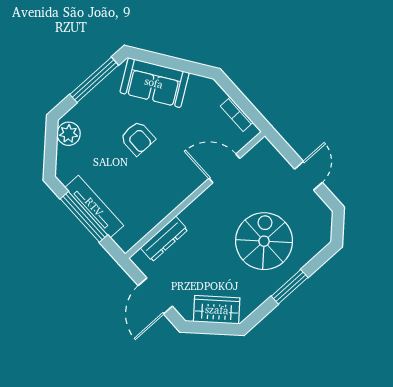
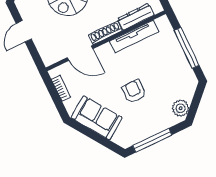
sofa: (154, 83) -> (97, 118), moved
shoe rack: (199, 205) -> (105, 33), added
tv unit: (94, 207) -> (134, 36), moved, turned -90

